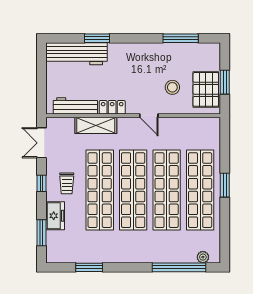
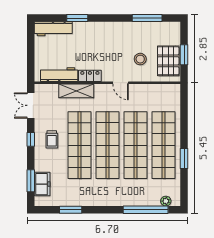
workbench: (76, 54) -> (53, 29), width x0.73, depth x0.76
window: (225, 185) -> (184, 159), moved
freezer: (55, 216) -> (42, 184), moved

